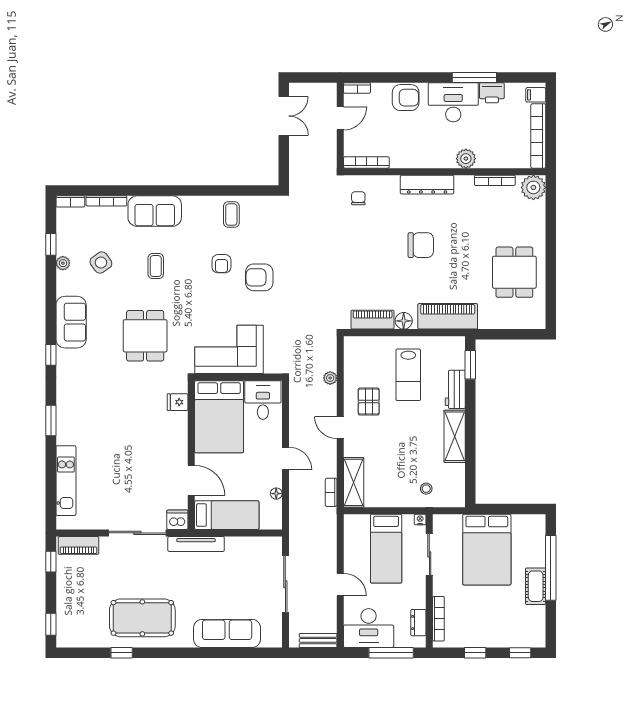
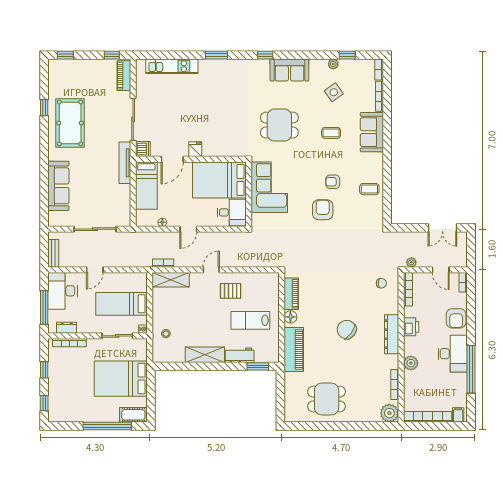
window: (474, 78) -> (471, 369), width x1.46
printer: (492, 93) -> (411, 327), moved, turned 180
chair: (421, 245) -> (347, 330), turned 126
plant: (330, 378) -> (411, 262), moved
fridge: (178, 402) -> (195, 149), moved
cot: (536, 586) -> (133, 415), moved

